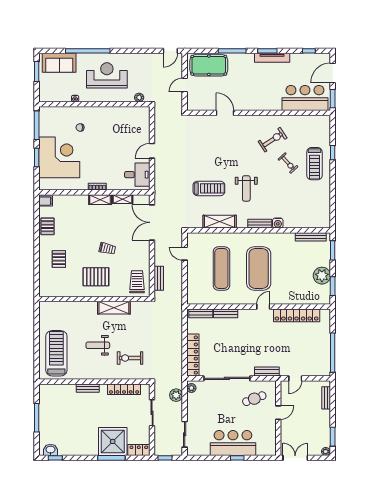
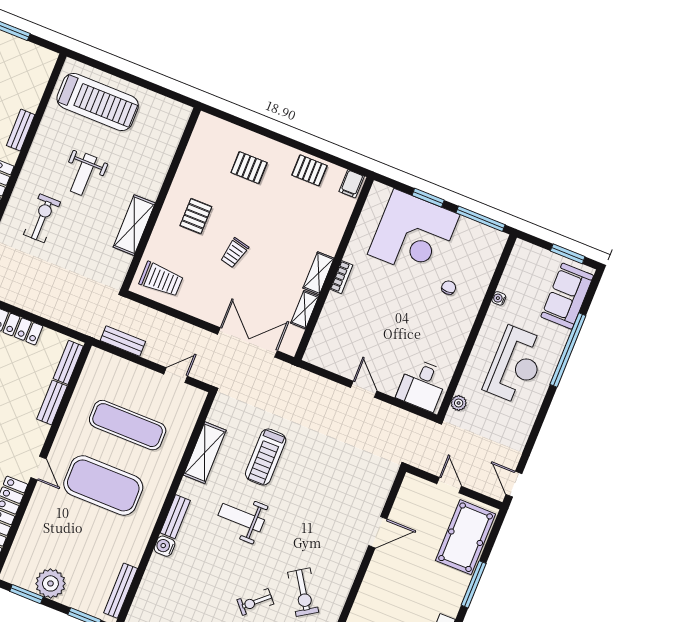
desk: (137, 175) -> (422, 385), moved
pallet: (96, 277) -> (196, 216), width x0.67, depth x0.71
bench: (159, 278) -> (123, 341), moved
weight bench: (98, 345) -> (84, 174), turned 180

